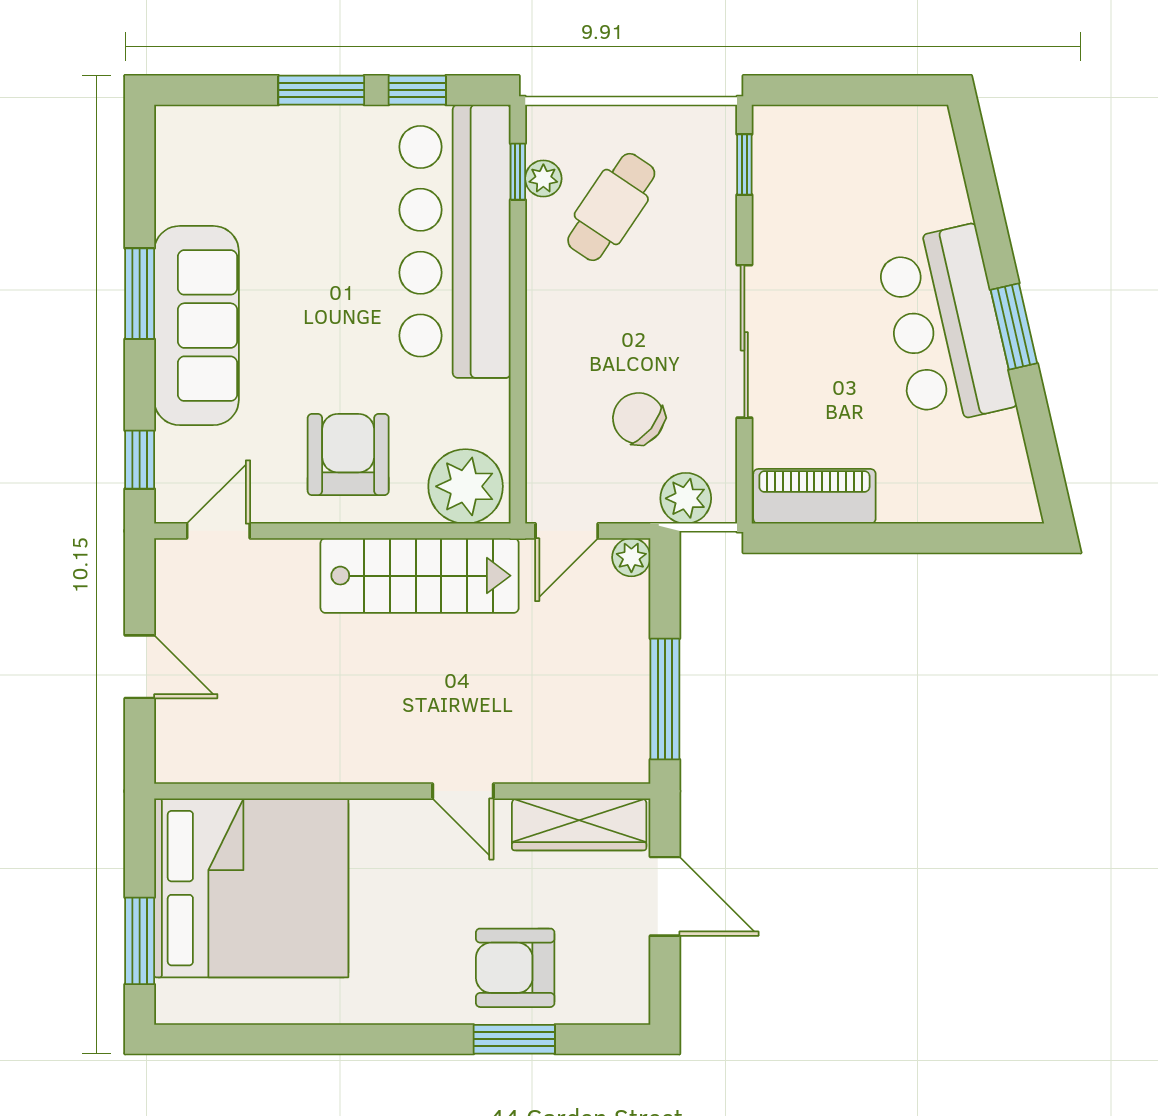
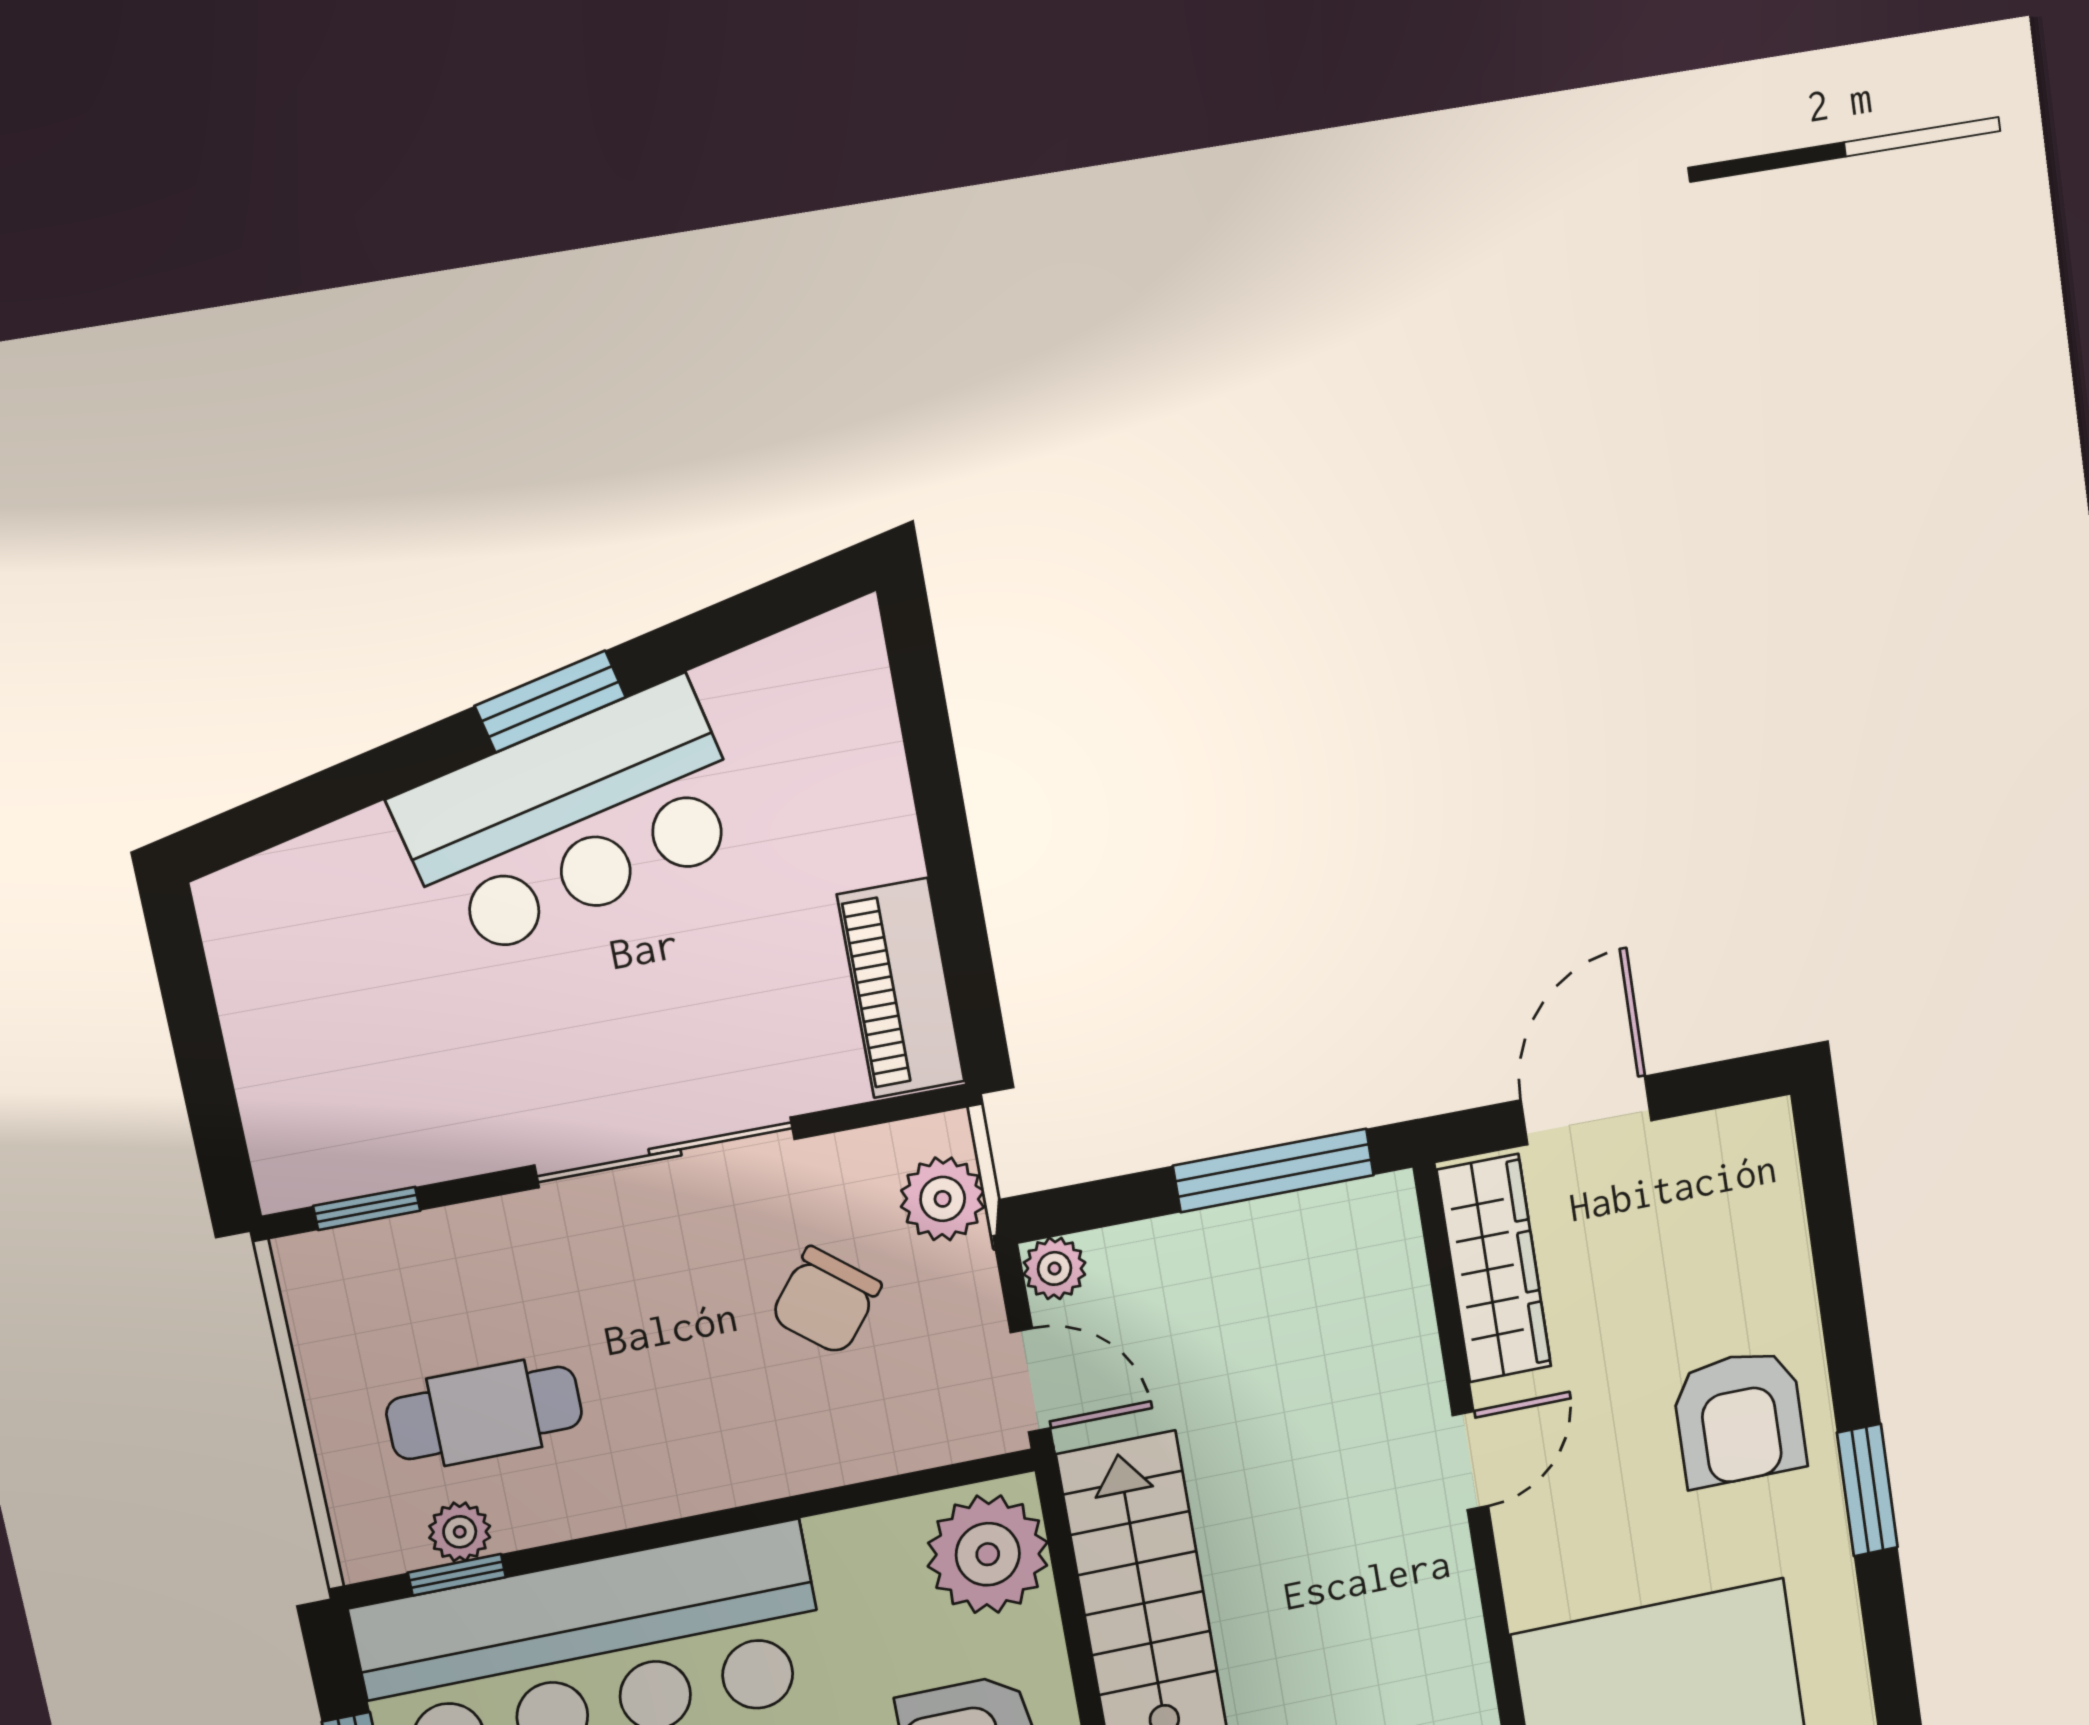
cafe table: (611, 207) -> (484, 1413), turned -34
armchair: (515, 968) -> (1739, 1418), moved
window: (514, 1039) -> (1867, 1490), moved

